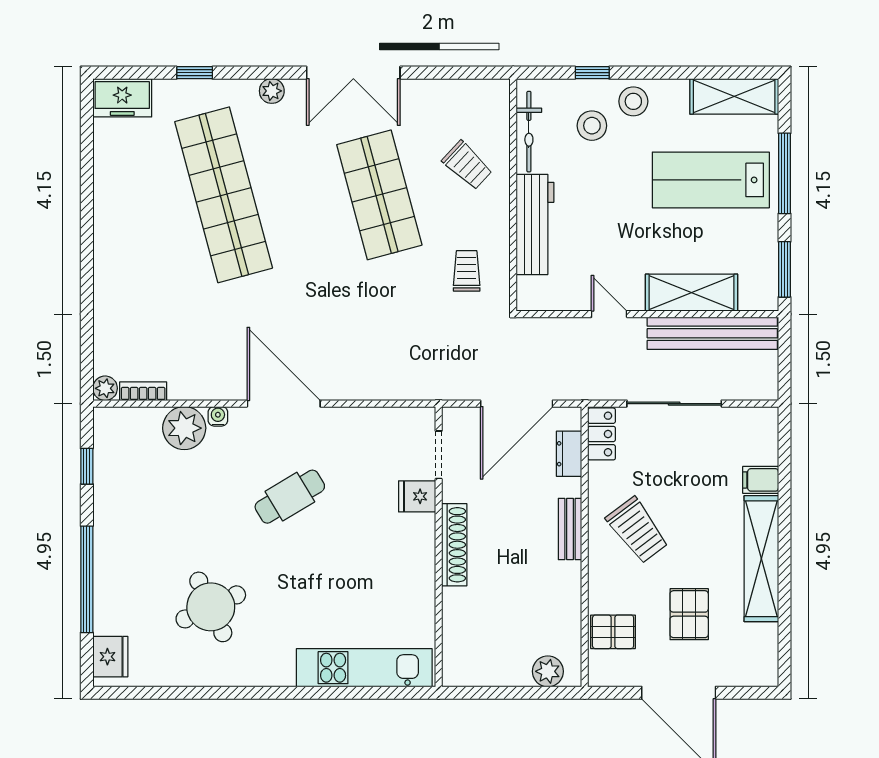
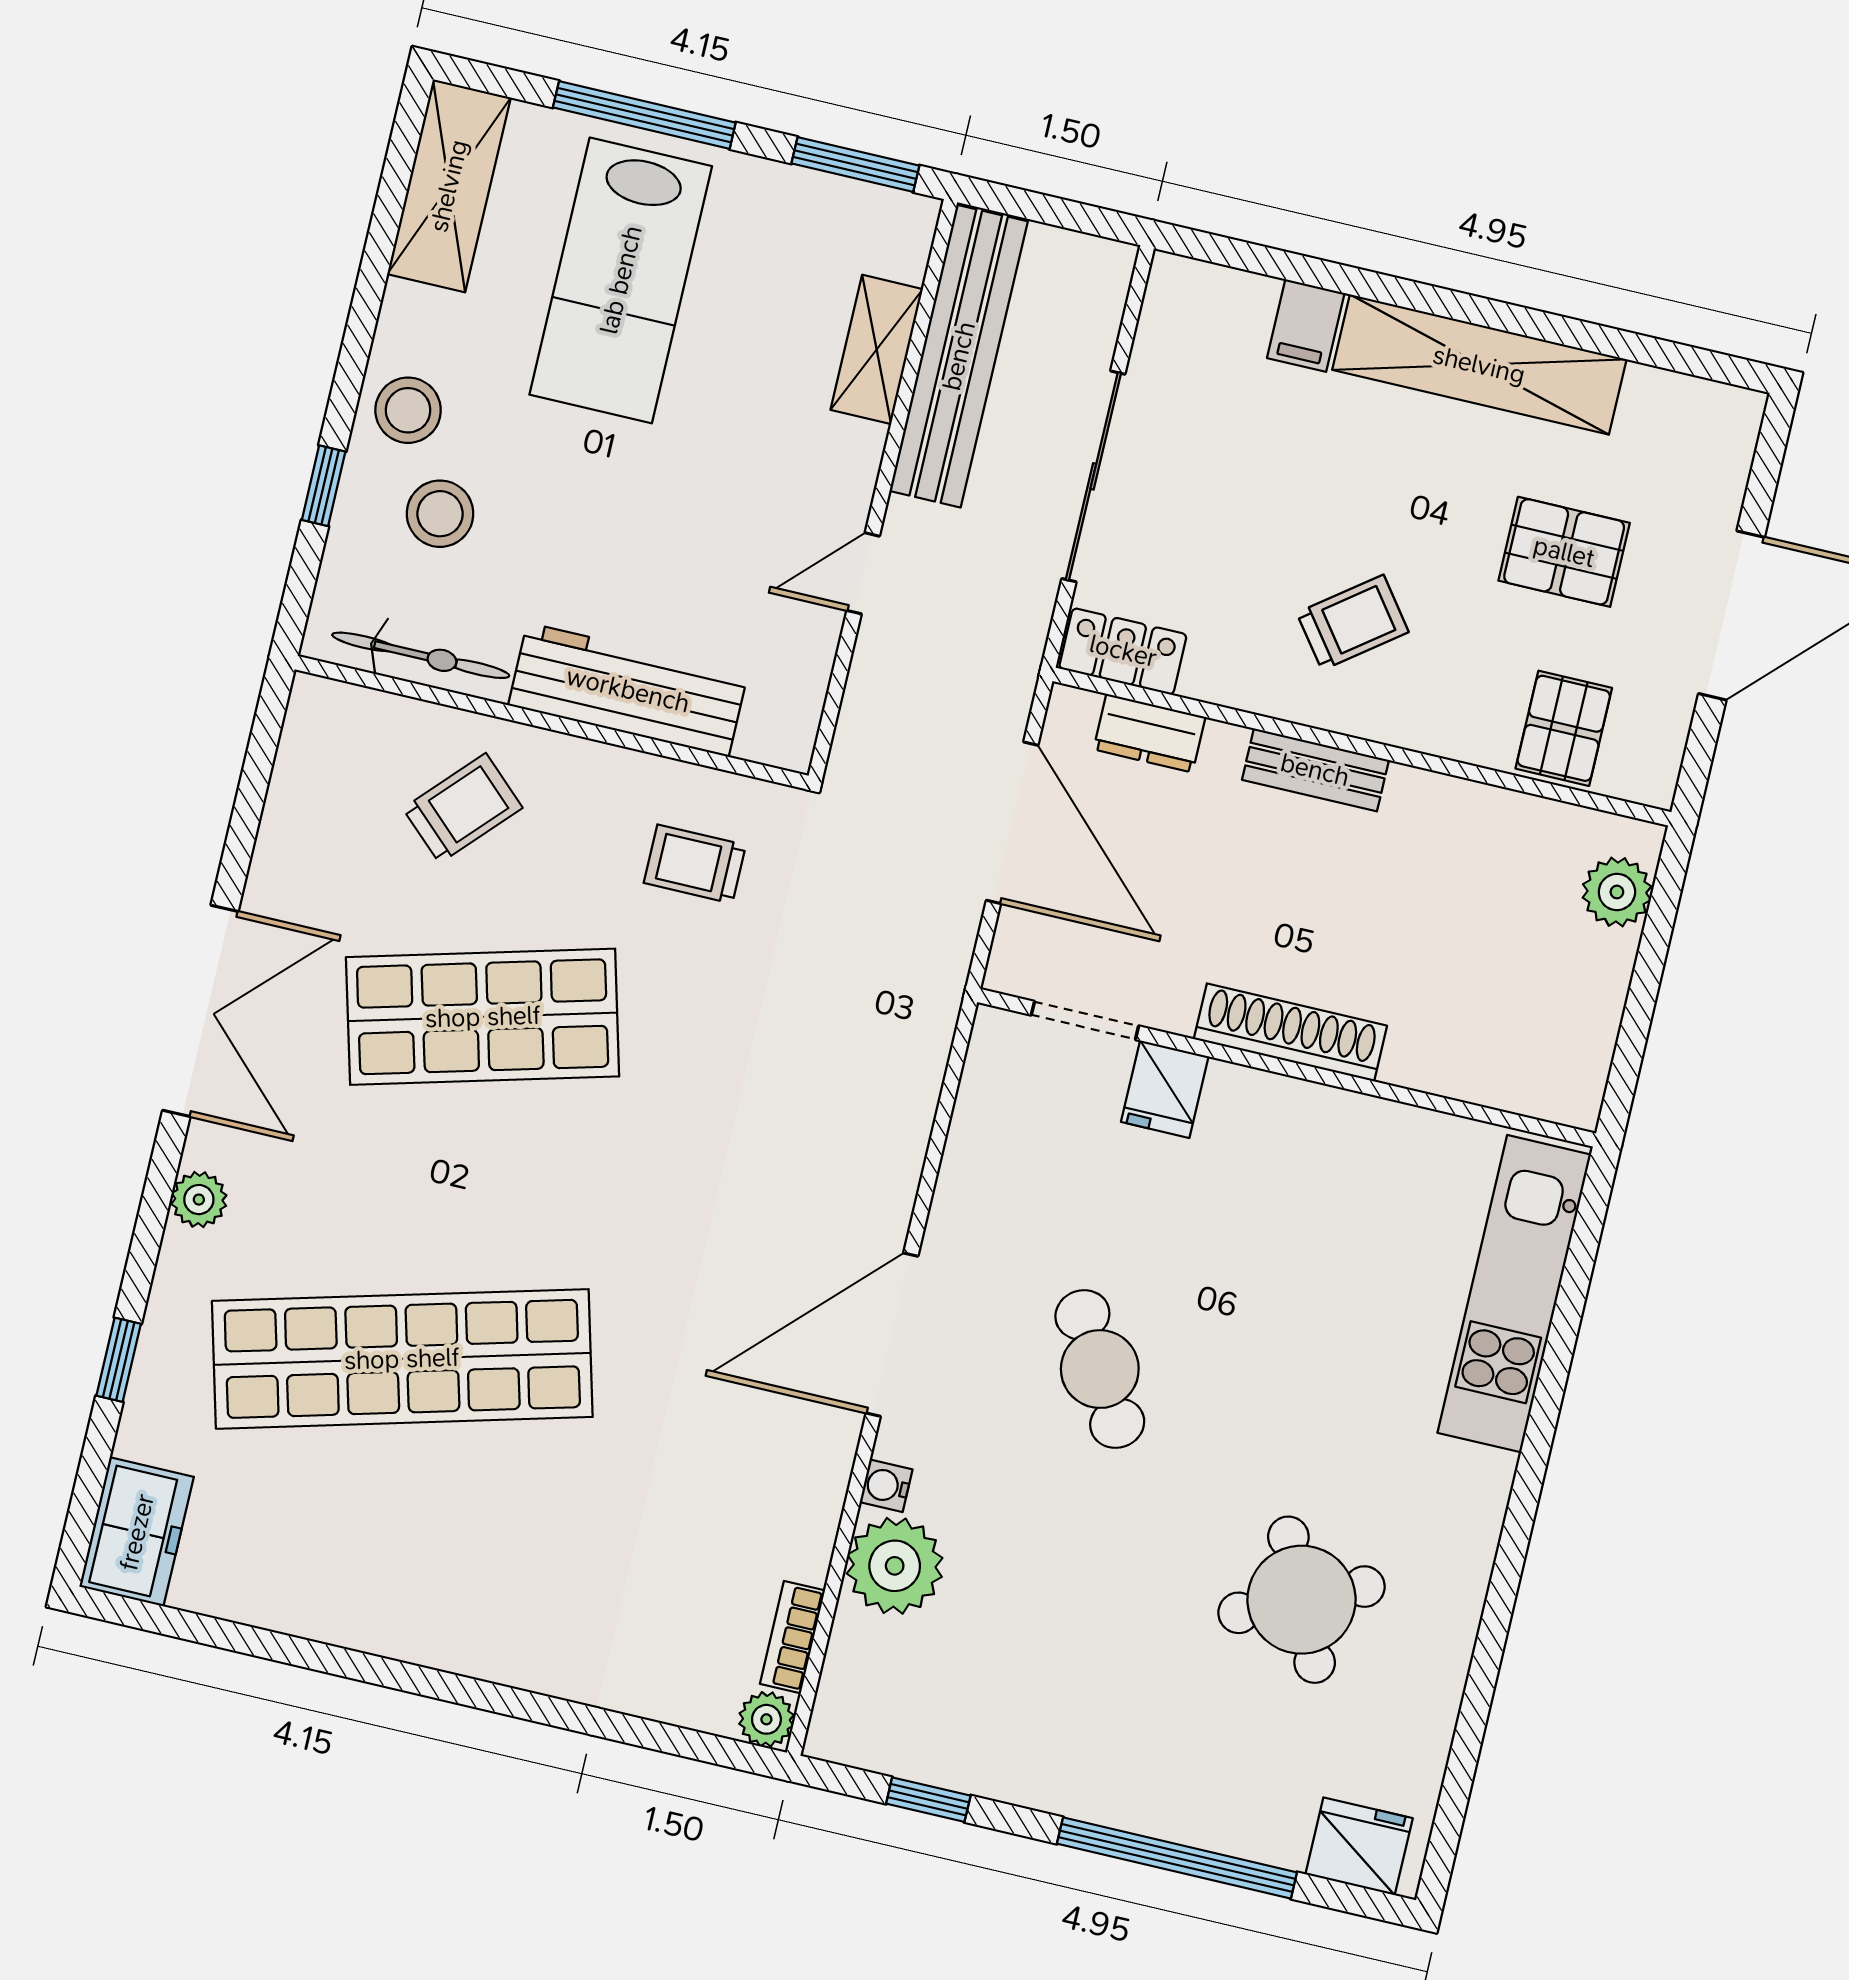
shelving: (692, 293) -> (877, 349), width x0.67, depth x0.75
trolley: (637, 530) -> (1353, 622), width x0.73, depth x0.72

